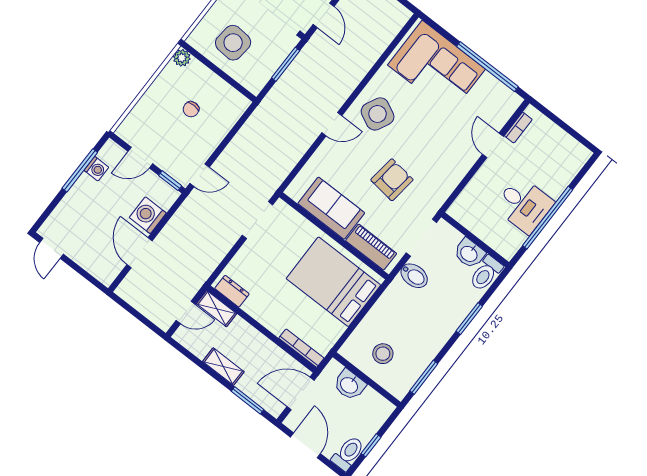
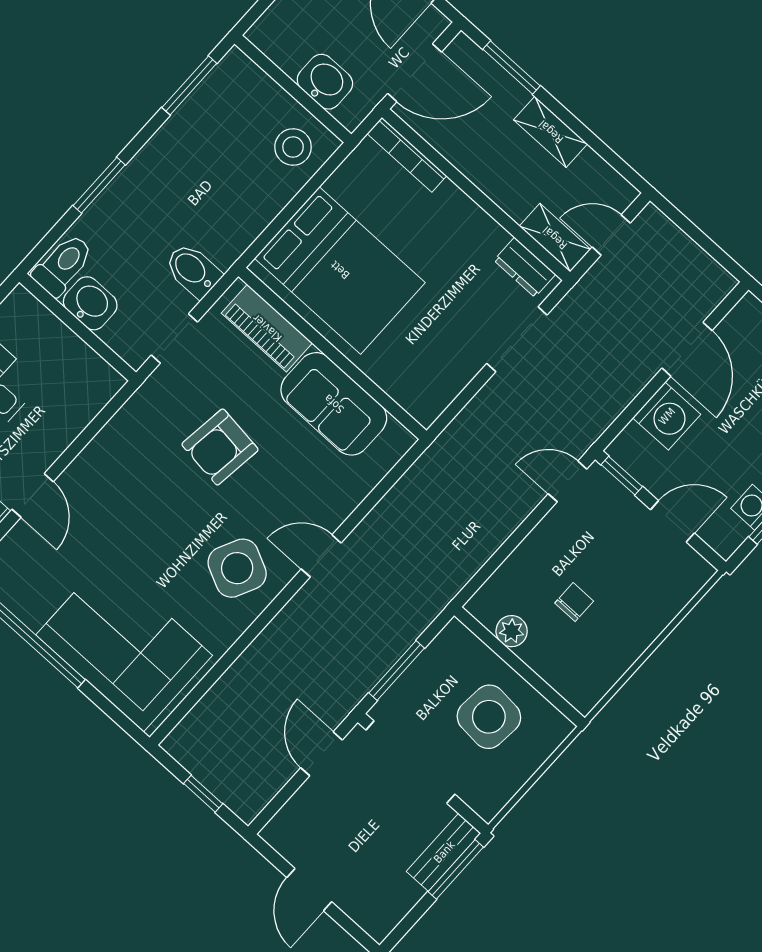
plant: (182, 58) -> (512, 631), moved
doorway: (257, 220) -> (517, 339), moved
doorway: (421, 238) -> (174, 338), width x0.73
stool: (383, 354) -> (293, 147), moved

